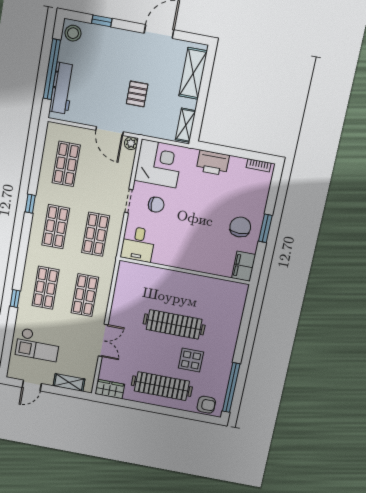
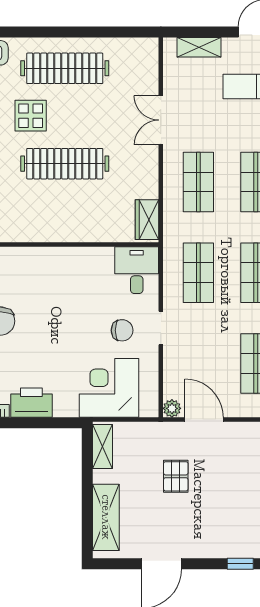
corner desk: (159, 163) -> (109, 388), moved, turned 90
printer: (213, 163) -> (31, 403), moved
chair: (156, 205) -> (122, 330), turned 180
wardrobe: (110, 389) -> (147, 220), moved, turned 90

